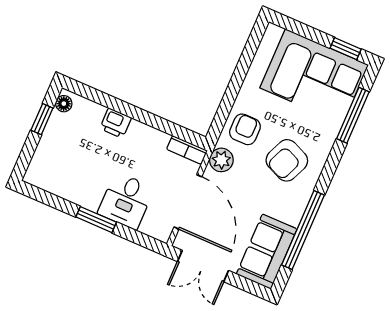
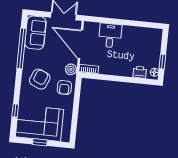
window: (346, 49) -> (40, 142), moved
window: (353, 115) -> (15, 111), width x0.46
printer: (116, 123) -> (140, 72), moved
window: (96, 220) -> (121, 22), removed

